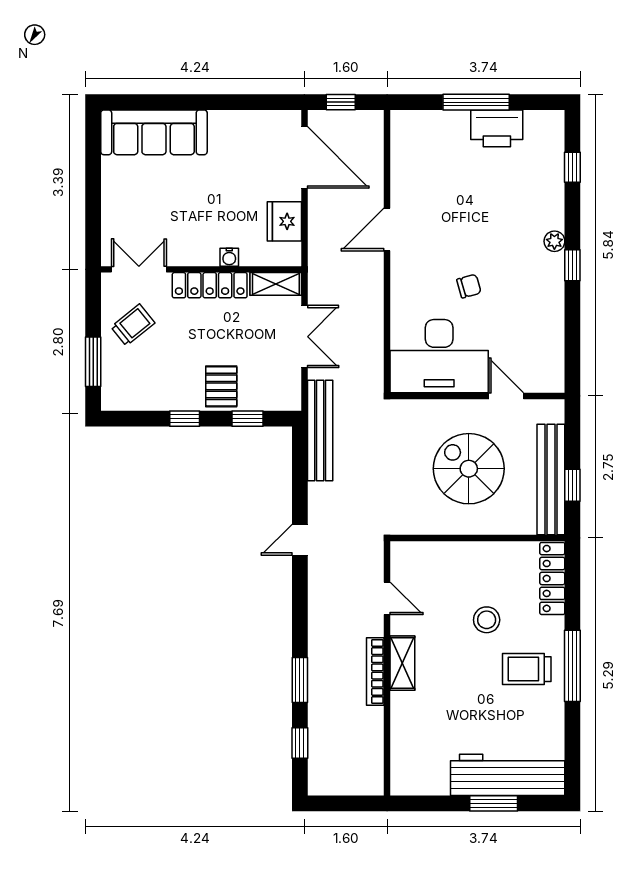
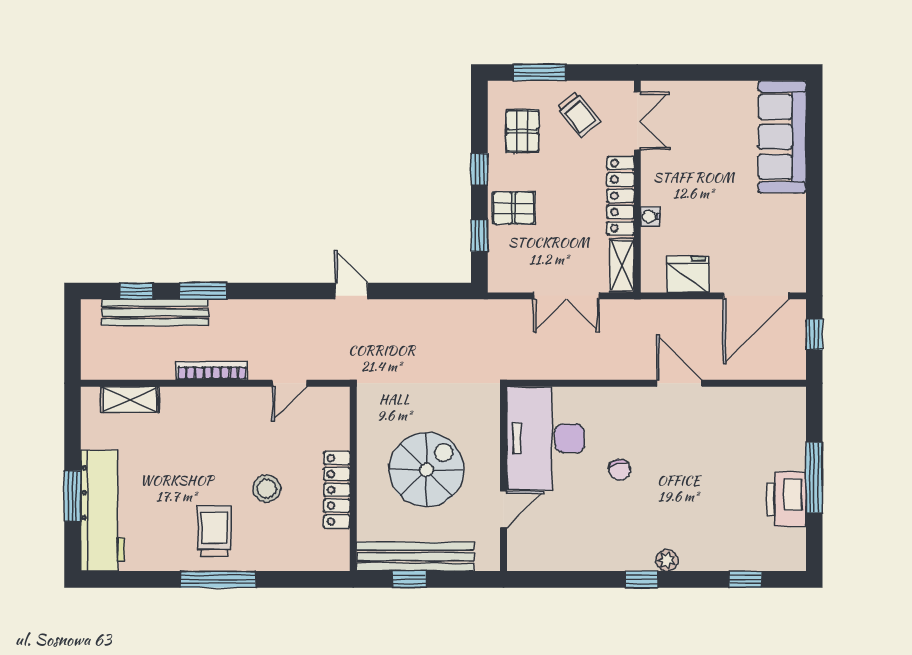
pallet: (149, 378) -> (523, 131), added
bench: (320, 430) -> (155, 312), moved
locker: (552, 578) -> (337, 490), moved, turned -90
shelving: (402, 663) -> (130, 400), moved

